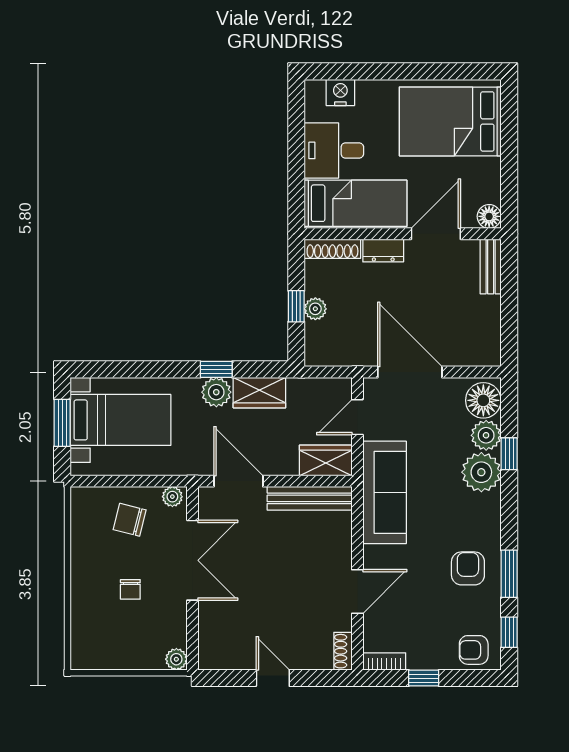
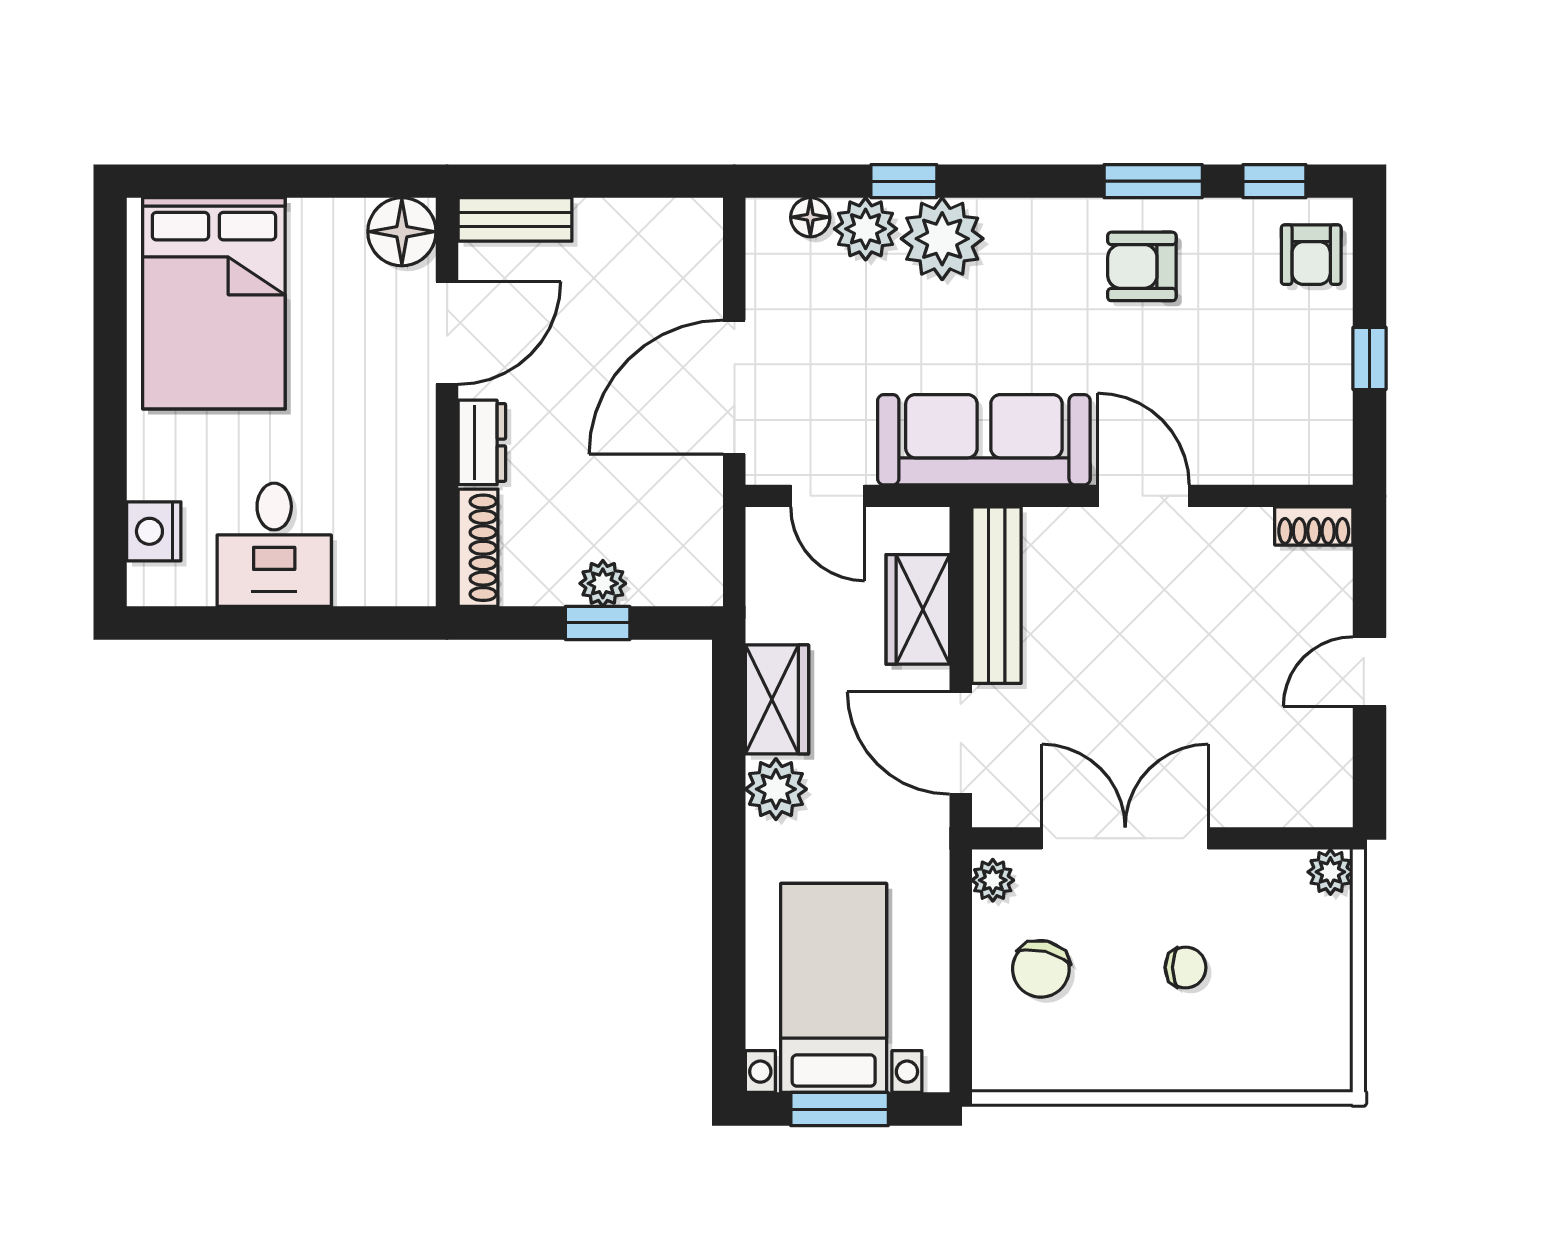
bed: (356, 203) -> (384, 500), removed
floor lamp: (489, 216) -> (402, 232), width x1.38, depth x1.38
door: (436, 234) -> (447, 333), swing flipped
window: (216, 369) -> (729, 789), removed
floor lamp: (483, 400) -> (810, 217), width x0.53, depth x0.53
wardrobe: (326, 461) -> (918, 609), moved
door: (238, 481) -> (961, 743), hinge flipped
door: (357, 591) -> (1143, 496), moved
bookcase: (384, 661) -> (1335, 440), removed

